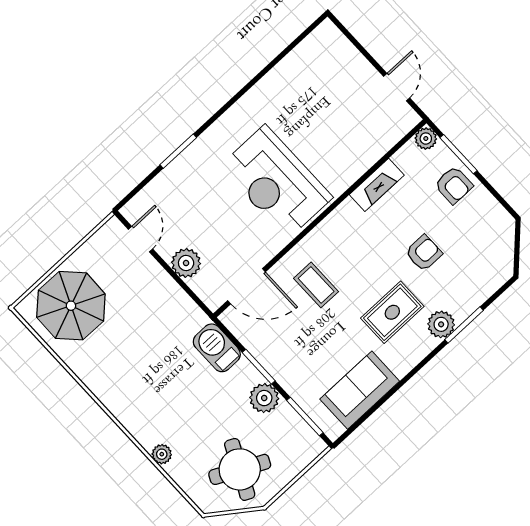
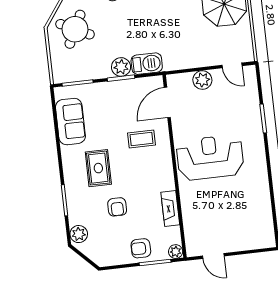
plant: (441, 324) -> (79, 234), moved
plant: (264, 398) -> (121, 67), moved

